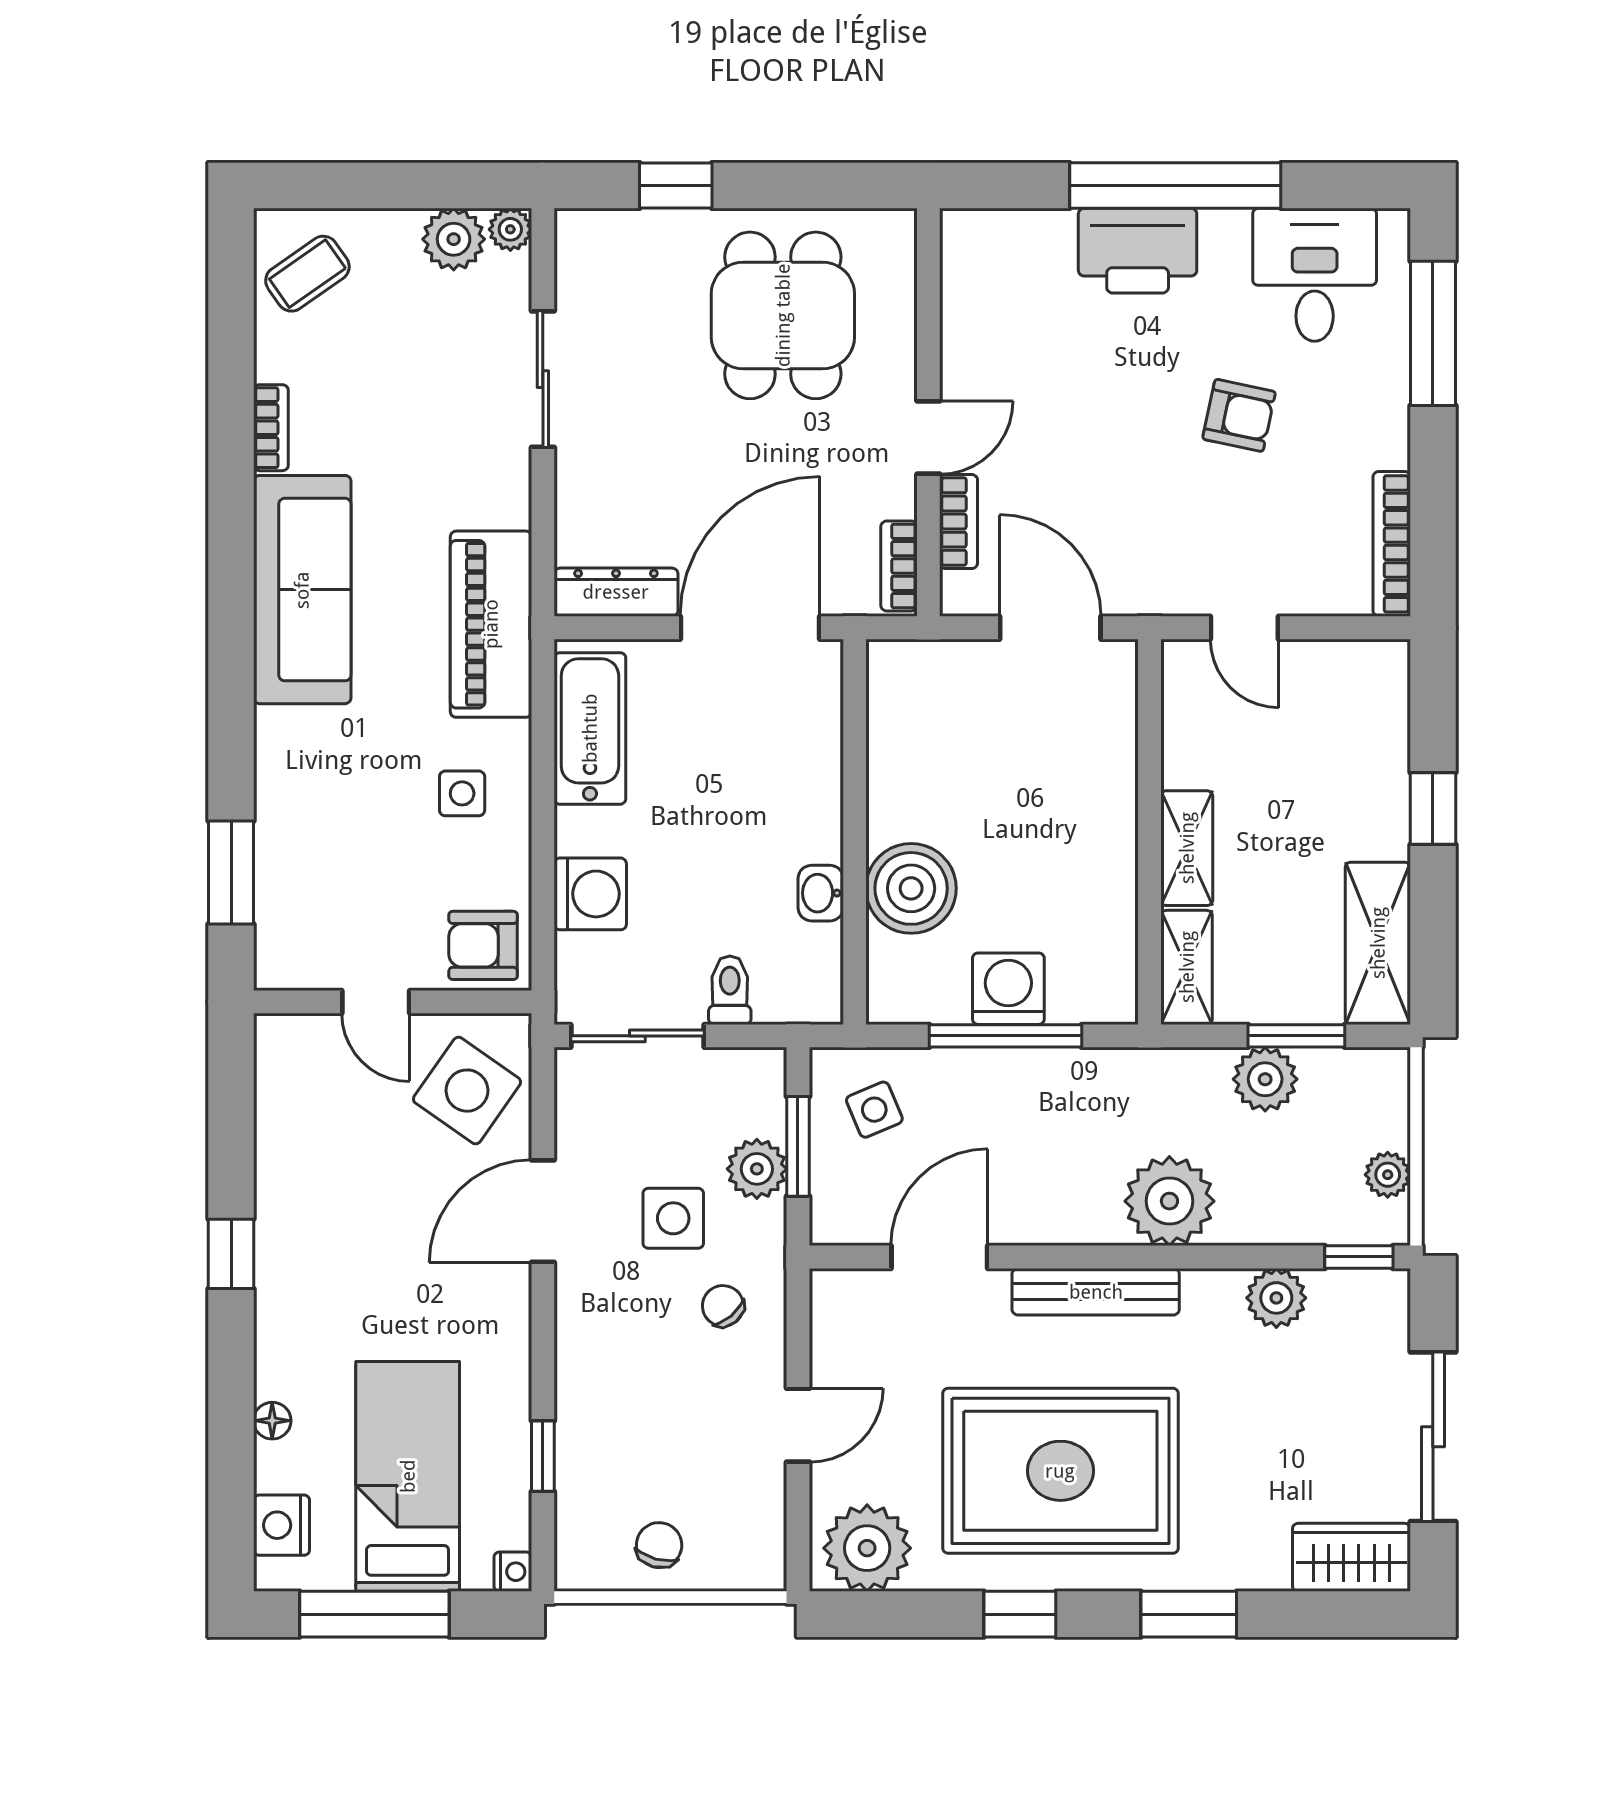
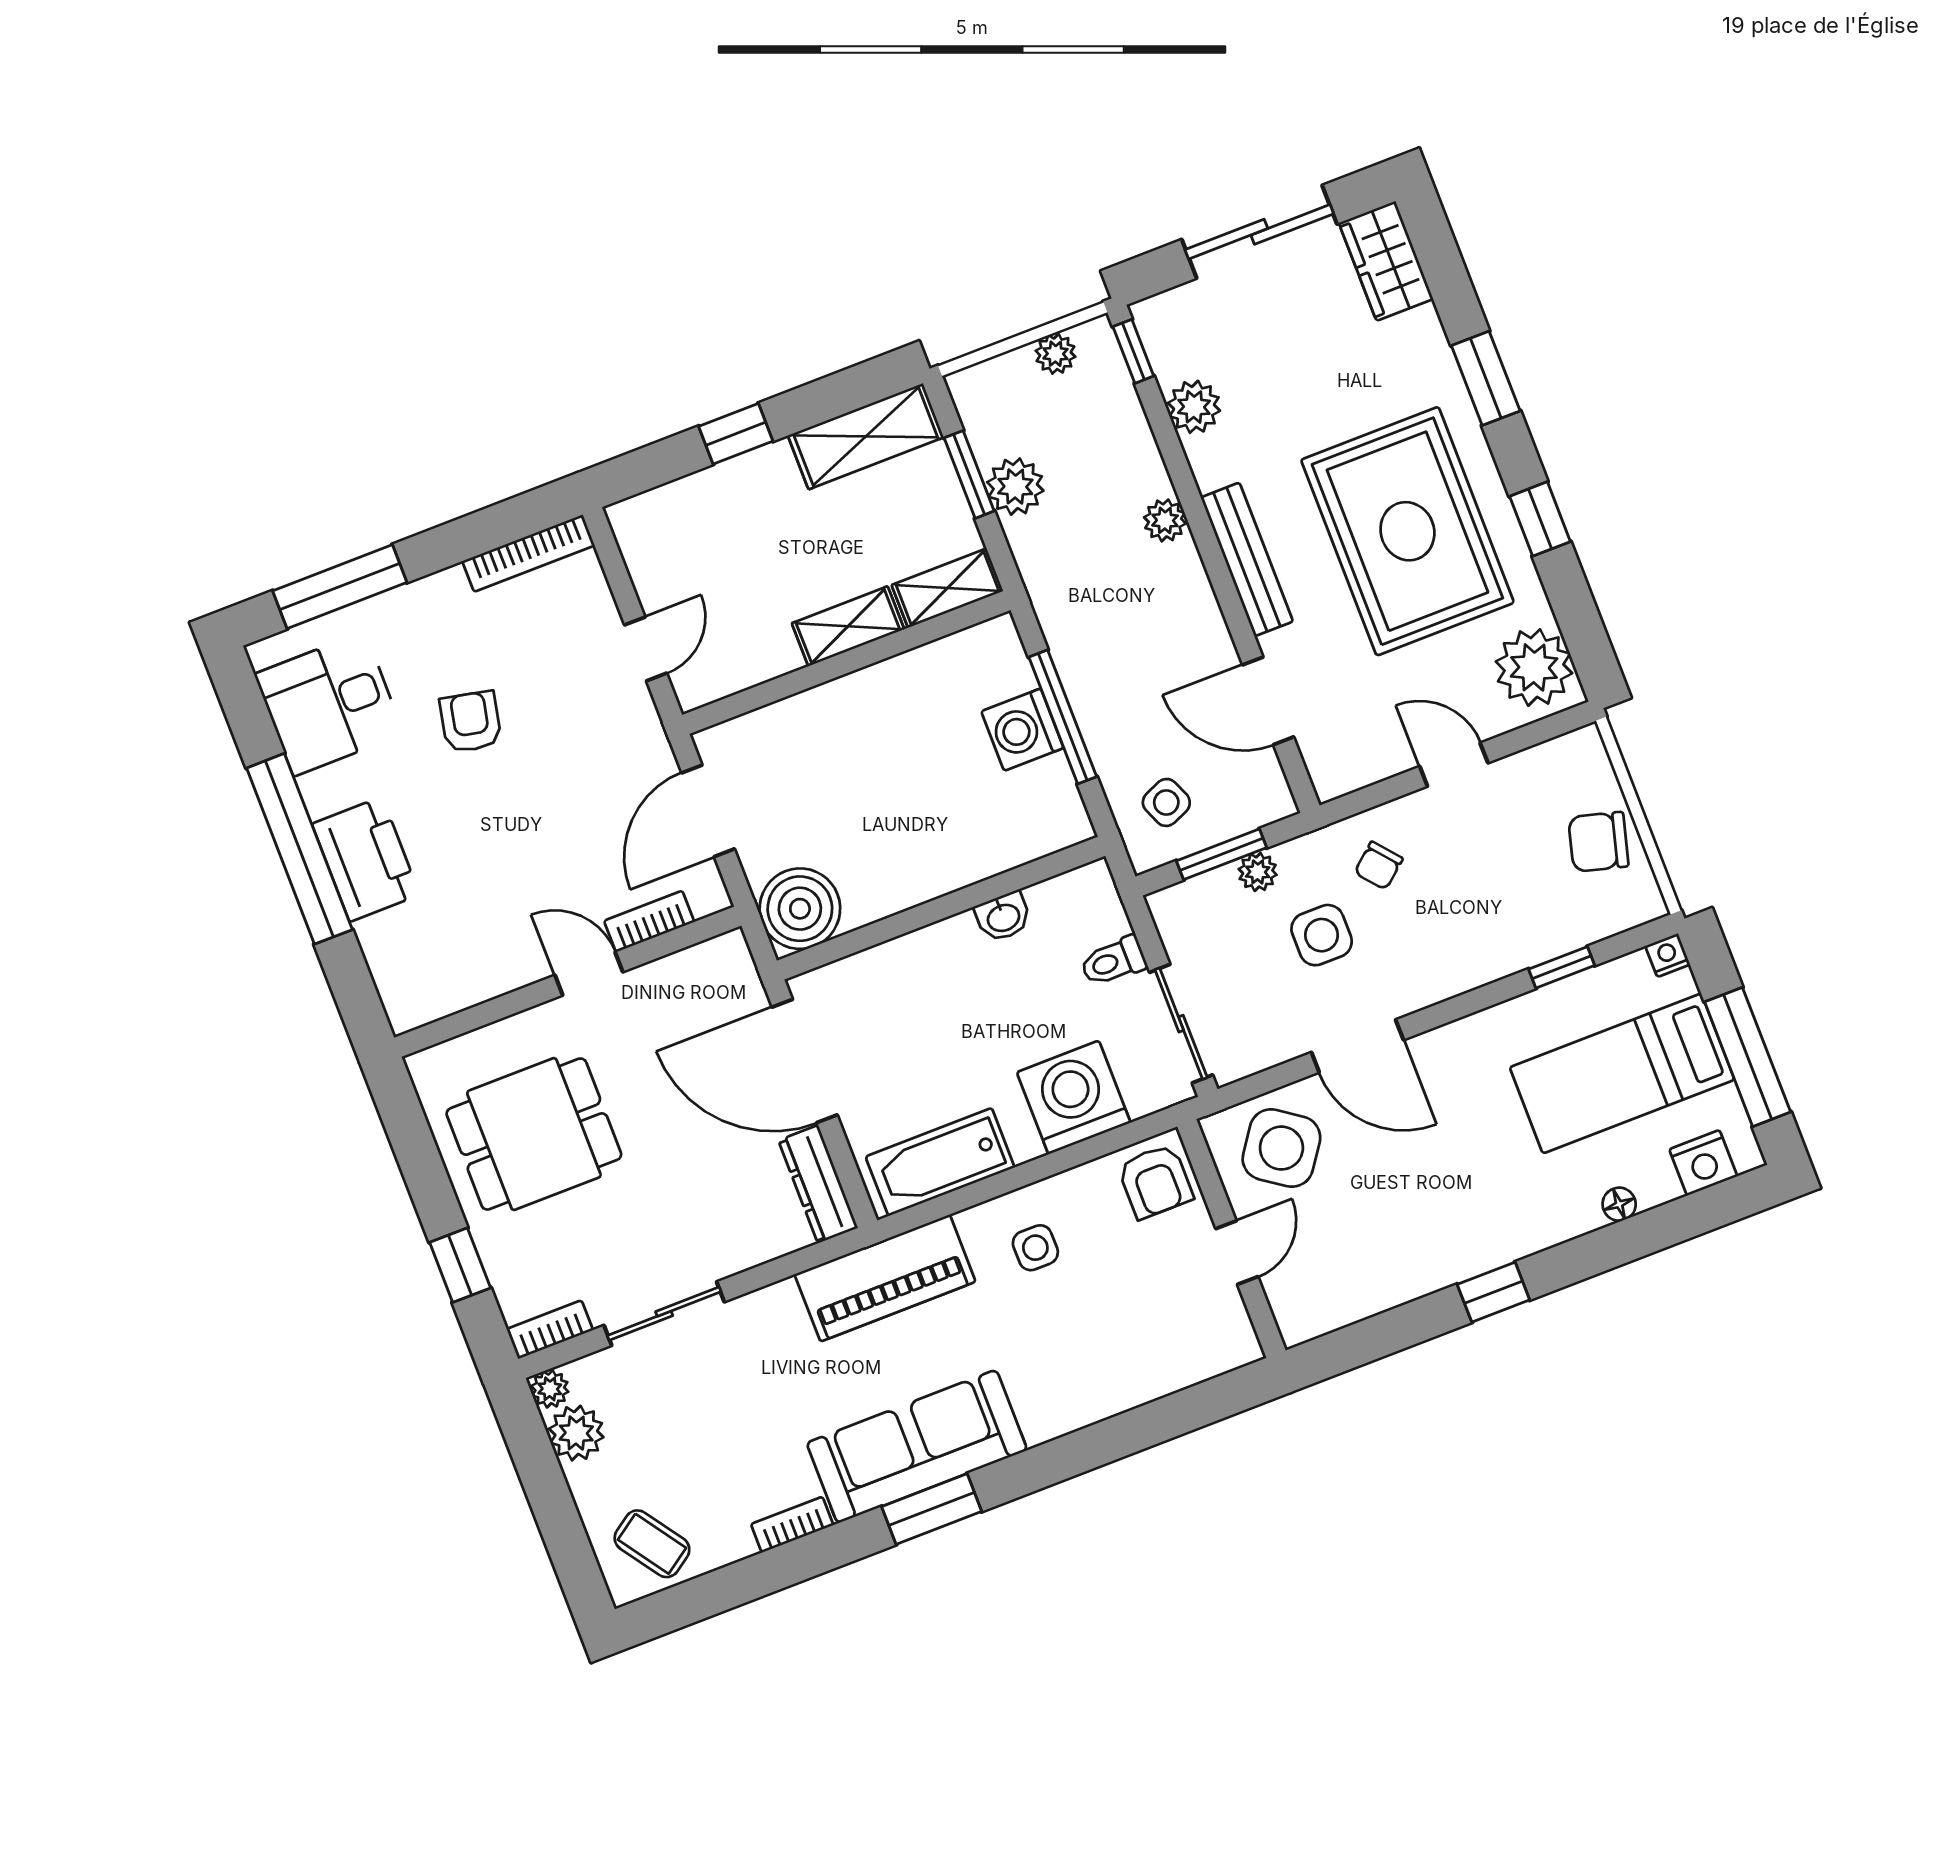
bookcase: (899, 566) -> (550, 1330), moved, turned 180
window: (231, 873) -> (932, 1509), moved
boiler: (911, 888) -> (800, 909), moved
washing machine: (590, 894) -> (1074, 1097), width x1.37, depth x1.37
plant: (757, 1169) -> (1258, 872), width x0.73, depth x0.73
plant: (1169, 1201) -> (1165, 520), width x0.53, depth x0.53
chair: (659, 1545) -> (1598, 842), width x1.37, depth x1.37

